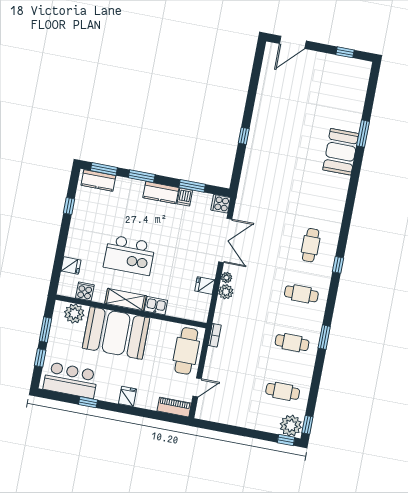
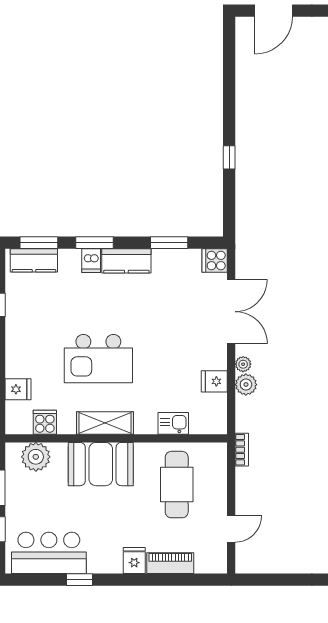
dishwasher: (185, 197) -> (91, 261), moved
kitchen sink: (156, 306) -> (173, 423), moved
booth: (116, 333) -> (101, 464), width x0.73, depth x0.70
cafe table: (186, 351) -> (177, 485), moved
piano: (174, 407) -> (170, 563), moved

